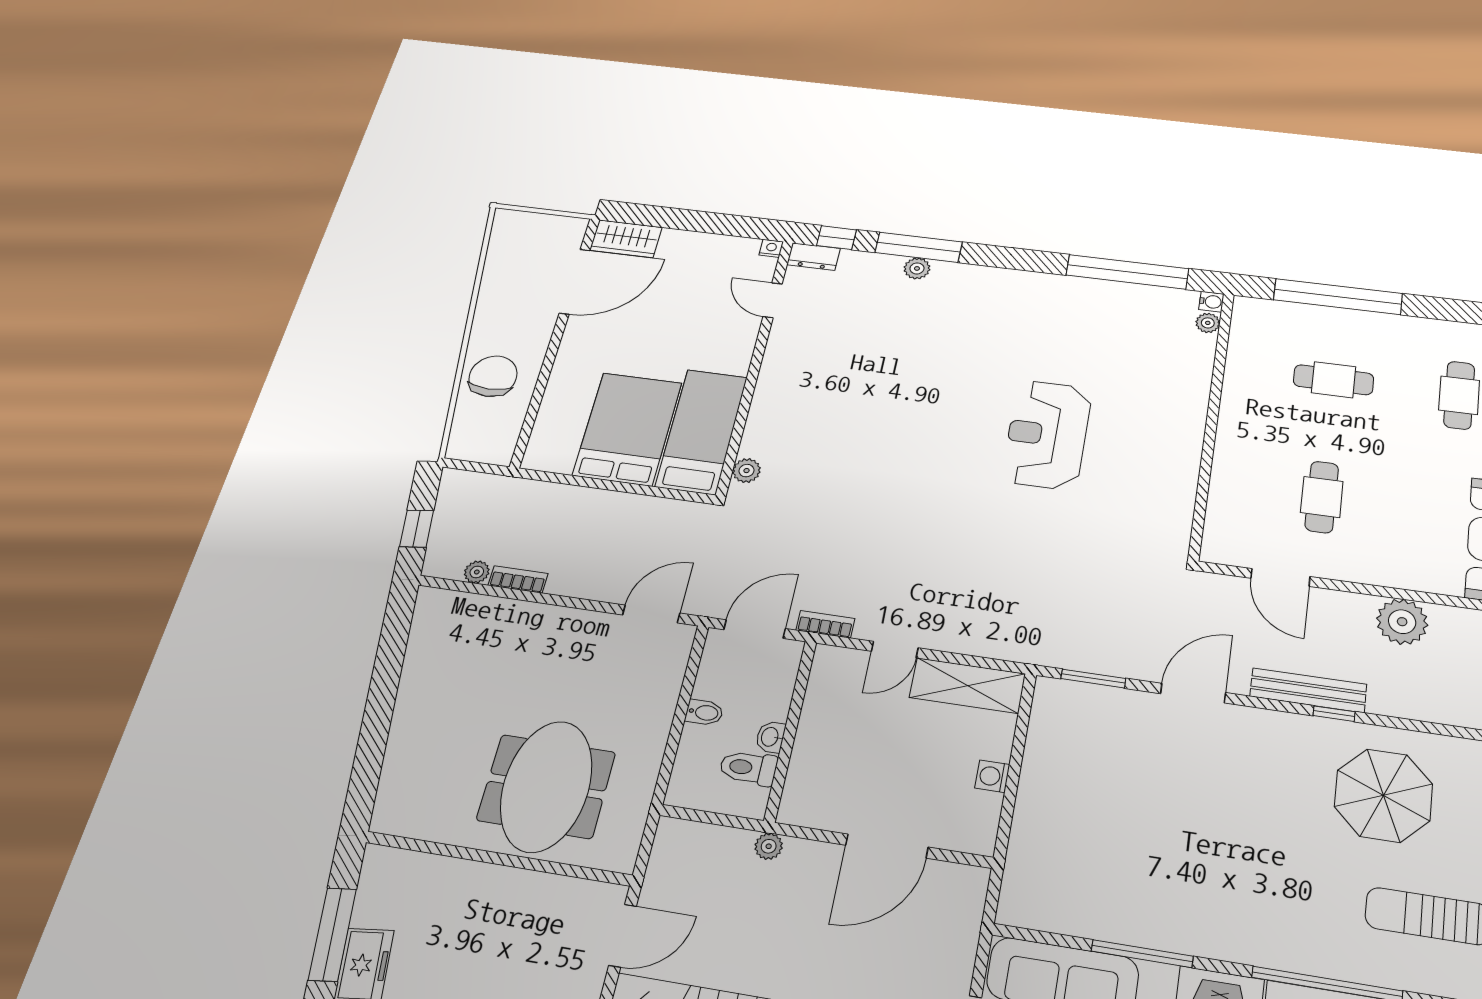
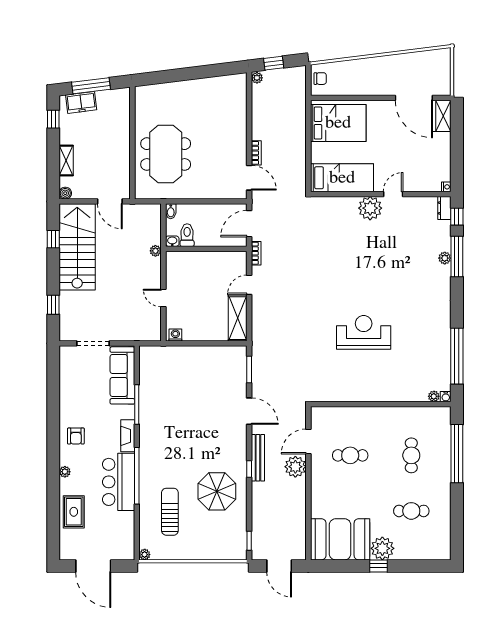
door: (773, 300) -> (393, 194), moved
chair: (493, 376) -> (320, 79), moved, width x0.54, depth x0.54
bed: (627, 429) -> (338, 123), moved
plant: (747, 471) -> (370, 208), moved, width x1.87, depth x1.87
plant: (477, 572) -> (257, 78), moved
bookcase: (518, 579) -> (256, 153), moved
plant: (1402, 622) -> (295, 467), moved
door: (755, 629) -> (249, 224), swing flipped
door: (895, 650) -> (249, 285), hinge flipped
bidet: (704, 713) -> (171, 211), moved
washbasin: (770, 737) -> (172, 241), moved
washing machine: (992, 776) -> (175, 335), moved
meeting table: (546, 786) -> (166, 154), turned 90
door: (887, 846) -> (163, 298), width x0.53

